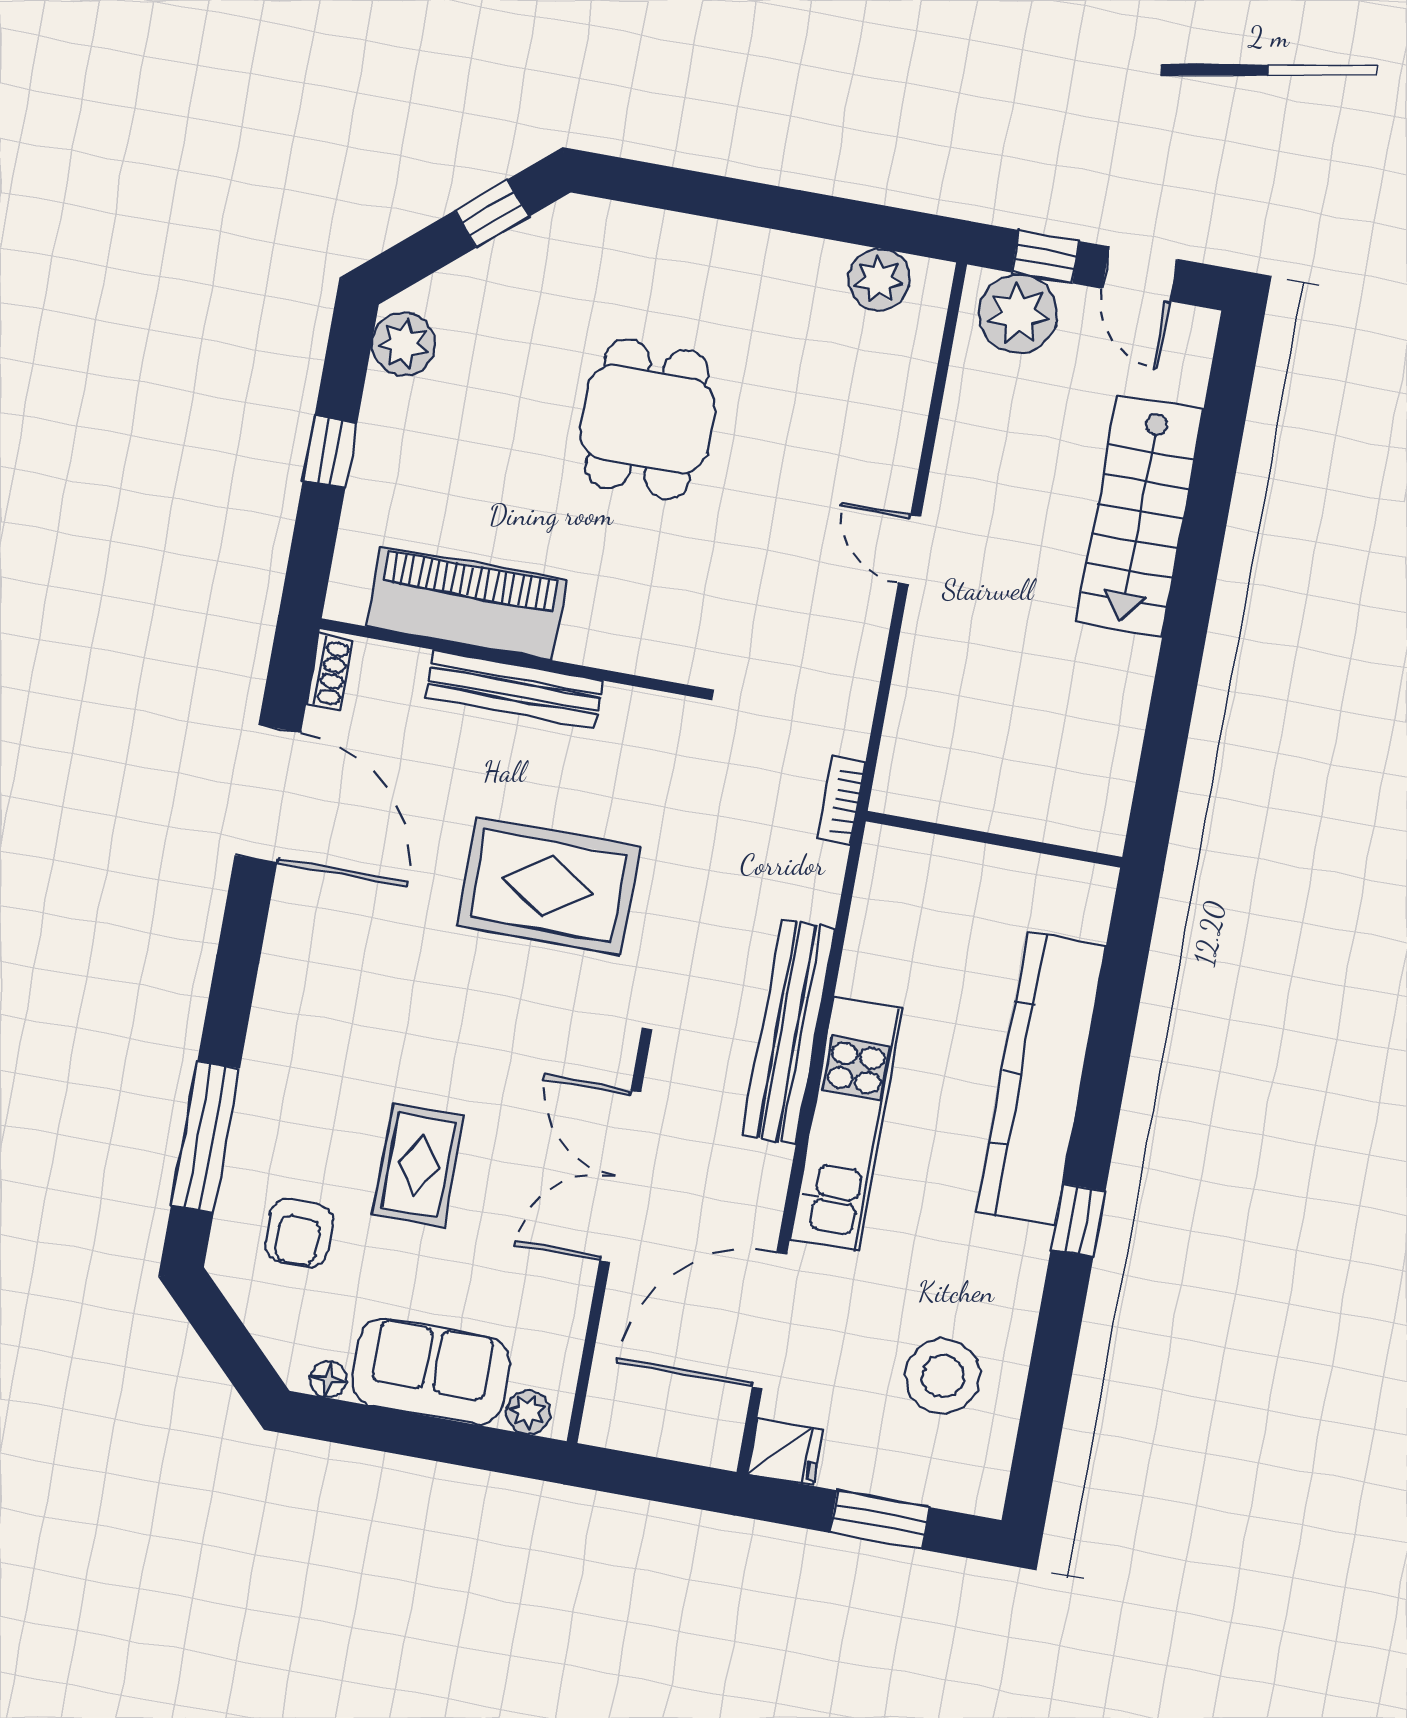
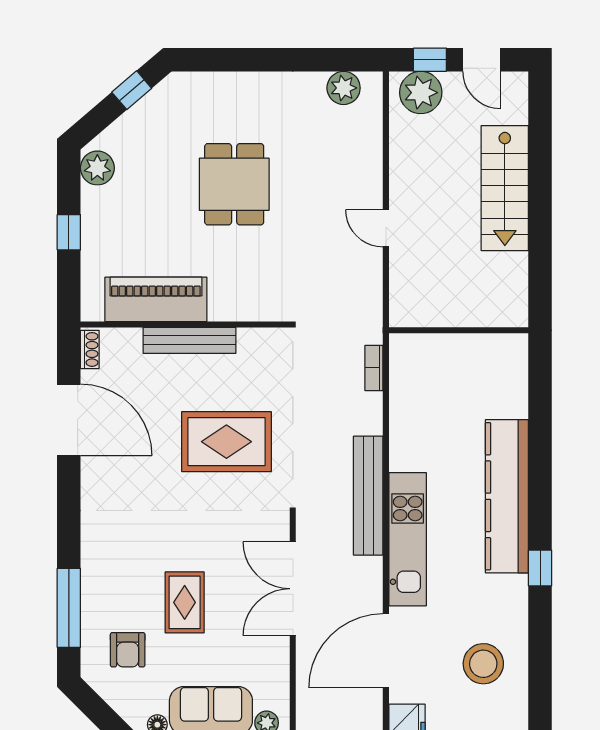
wall: (994, 839) -> (459, 330), moved

